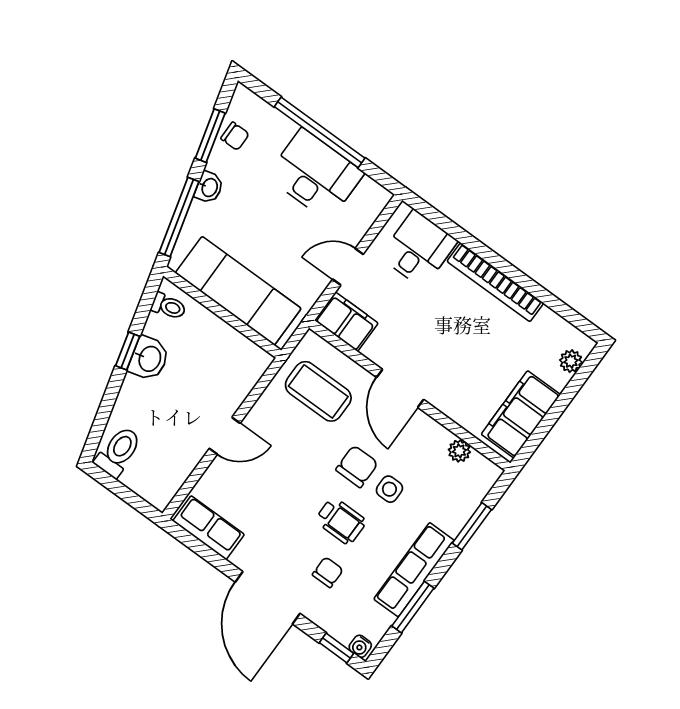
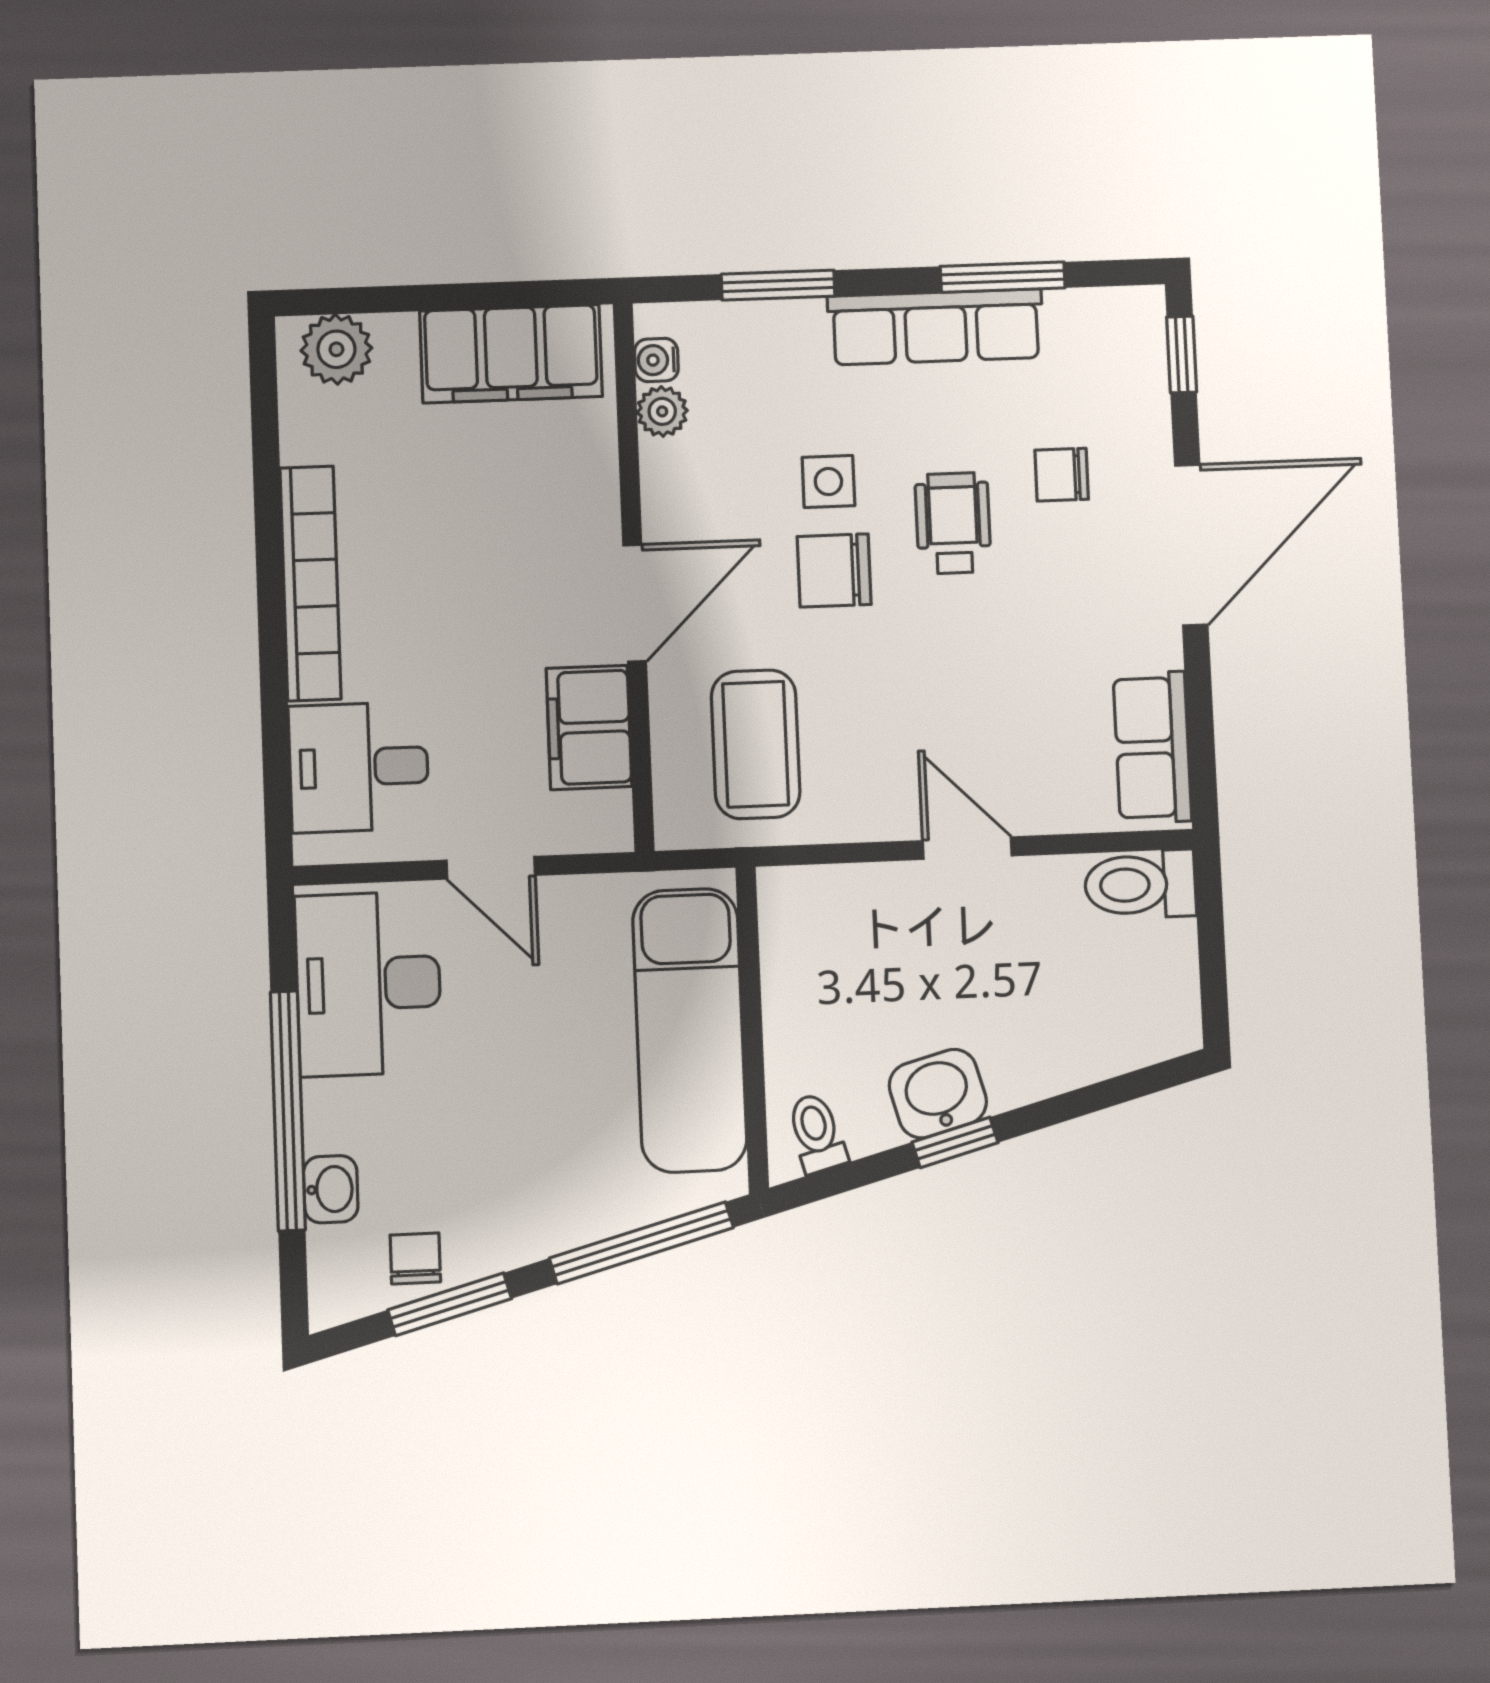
desk: (315, 175) -> (368, 984), moved
washbasin: (209, 187) -> (331, 1189), moved, turned 105
filing cabinet: (346, 322) -> (589, 727), moved
plant: (571, 361) -> (336, 349), width x1.38, depth x1.38
toilet: (118, 452) -> (1140, 885), moved
water cooler: (360, 646) -> (656, 360), moved, turned 180

